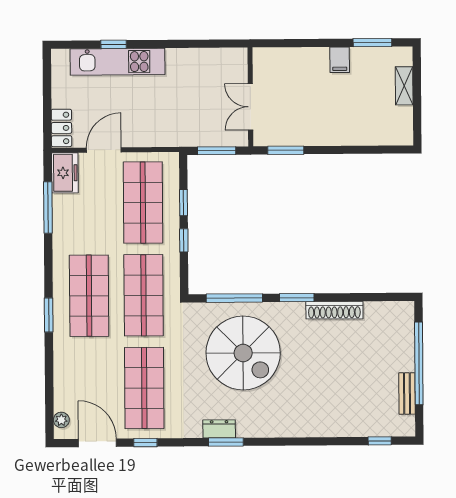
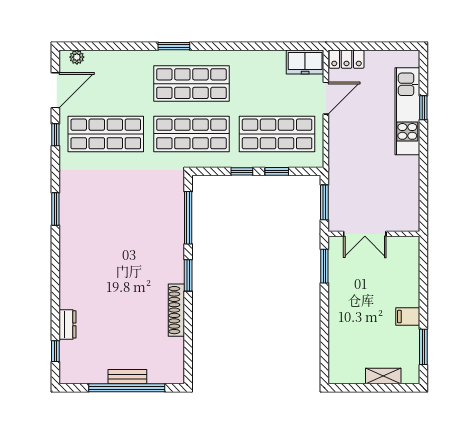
double door: (250, 107) -> (365, 234), swing flipped
door: (104, 150) -> (326, 98), hinge flipped
window: (48, 207) -> (273, 46), removed
spiral stairs: (243, 353) -> (137, 226), removed
bench: (407, 393) -> (127, 377), moved
dresser: (219, 429) -> (68, 324), moved

